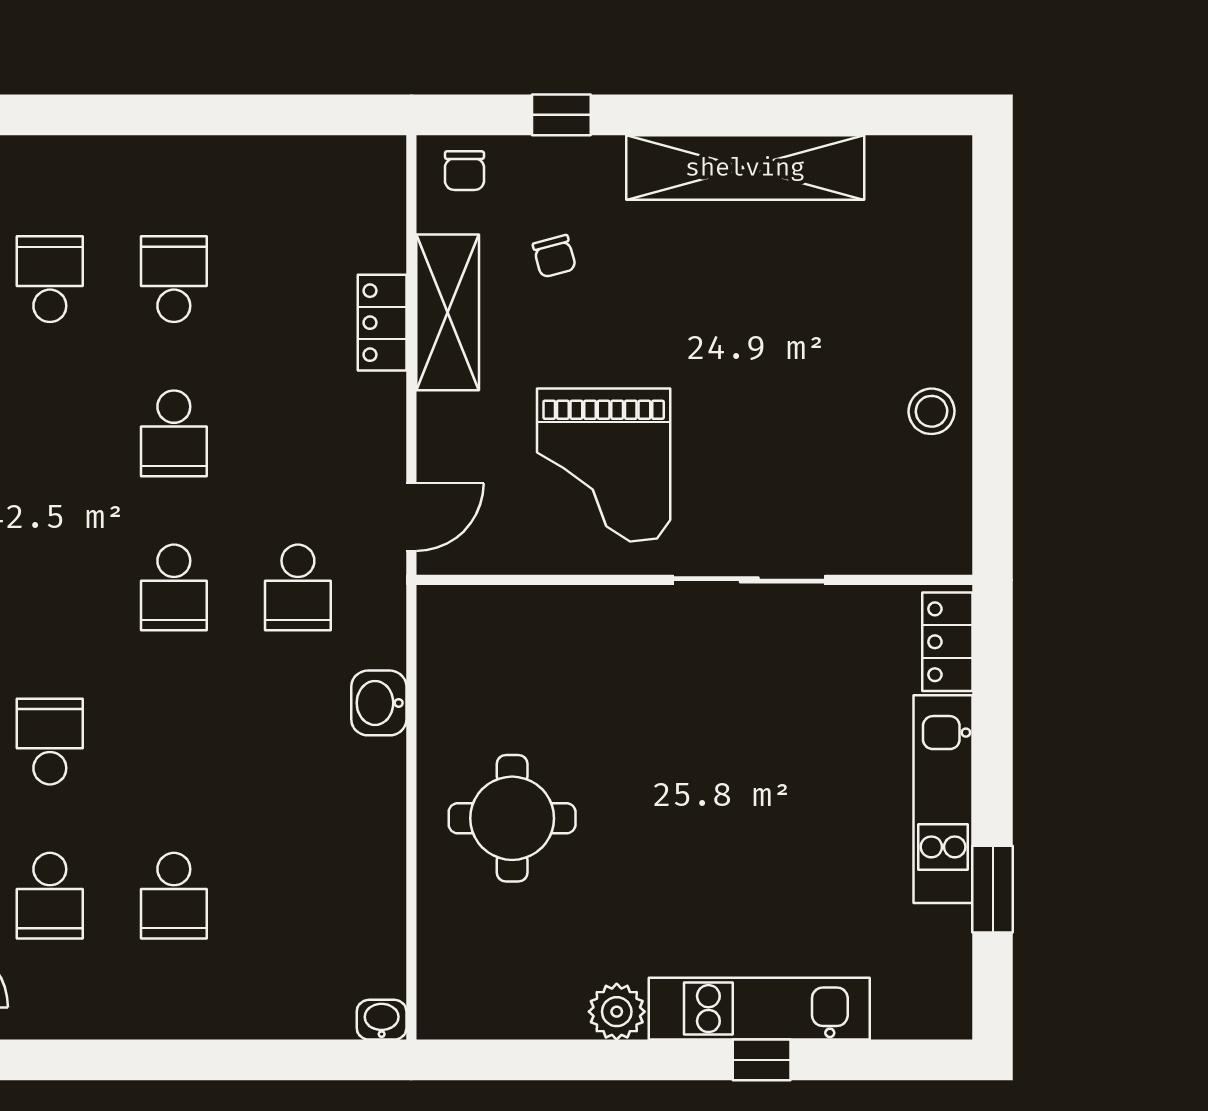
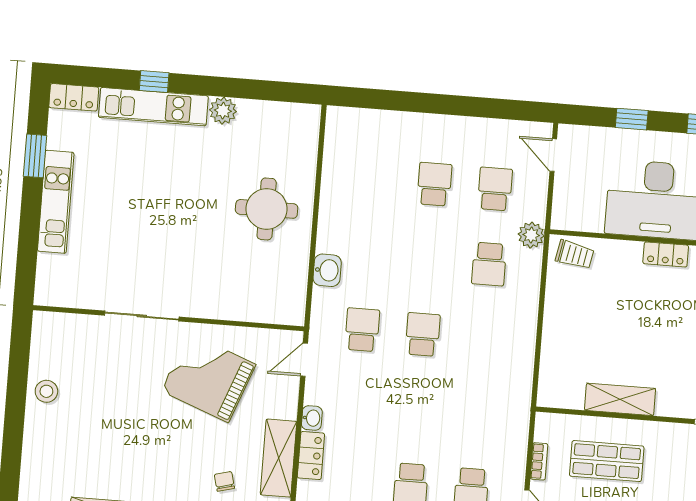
school desk: (174, 433) -> (417, 410), removed
grand piano: (604, 465) -> (208, 378), turned -69
locker: (947, 642) -> (74, 97), moved, turned 90
washbasin: (382, 1020) -> (312, 418), moved, turned -90

